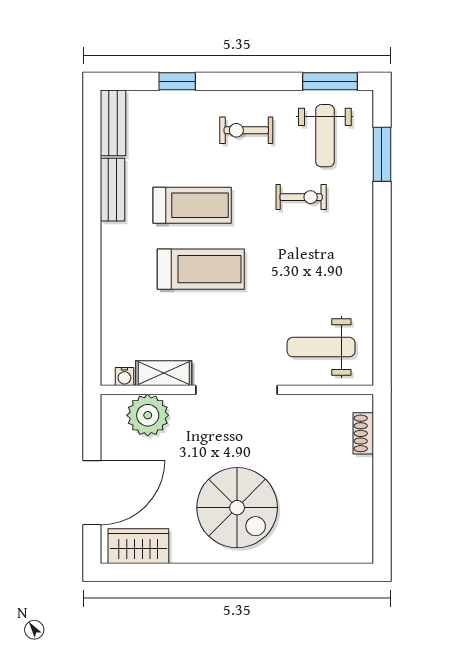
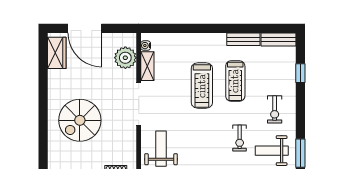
exercise bike: (246, 130) -> (275, 109), turned 180
spiral stairs: (237, 508) -> (80, 120), moved

